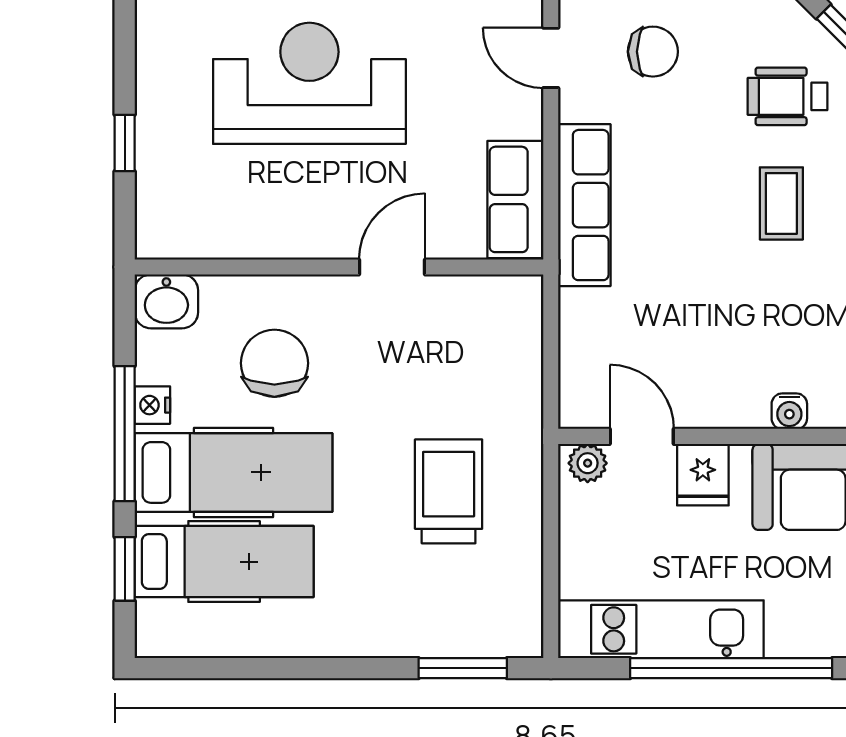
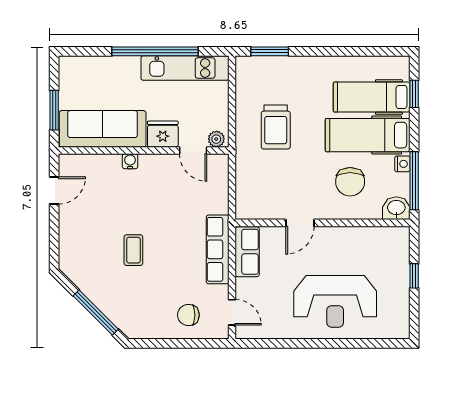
wheelchair: (787, 96) -> (131, 296), removed
window: (125, 434) -> (414, 181), moved
fridge: (703, 475) -> (163, 134), width x1.38

